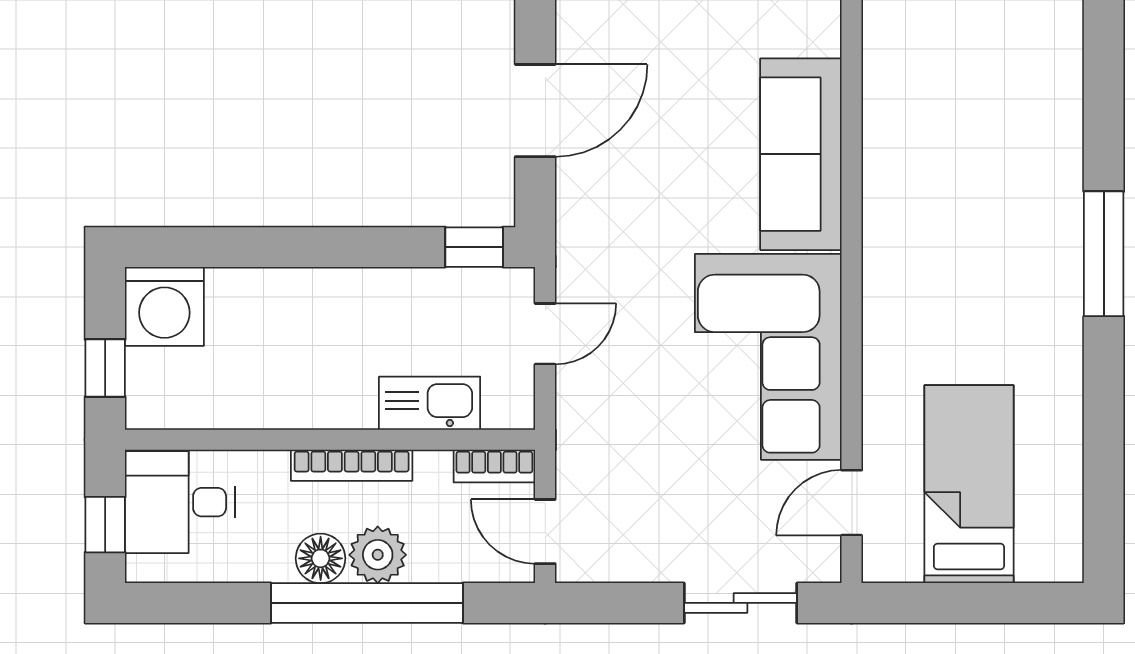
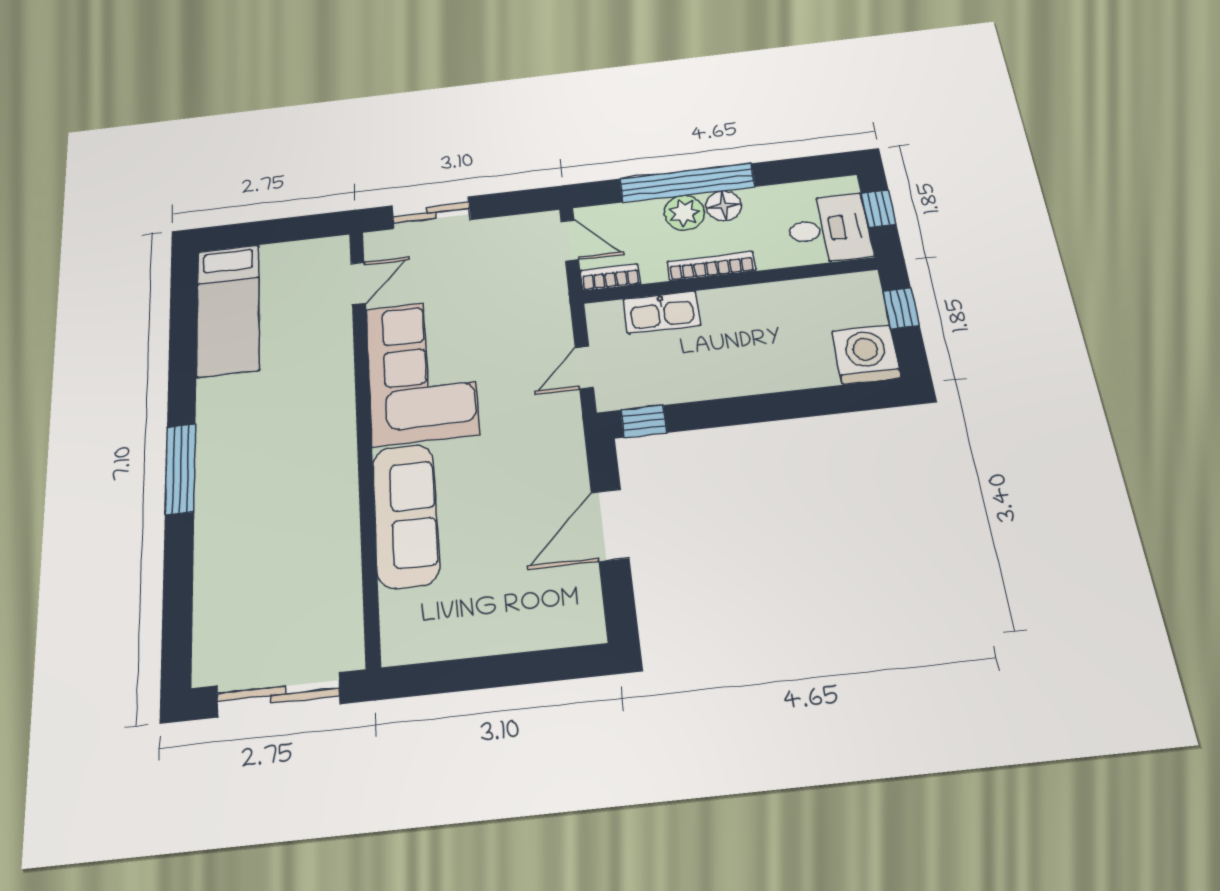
bed: (969, 484) -> (228, 310), moved

